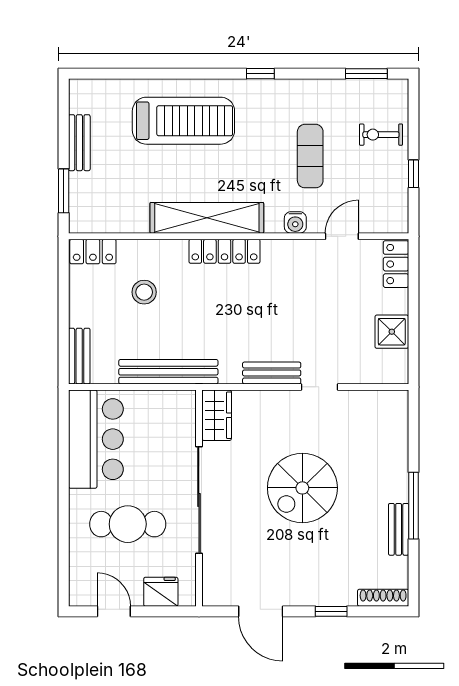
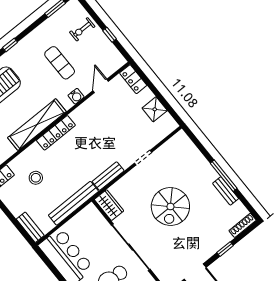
bench: (272, 373) -> (108, 176), moved

